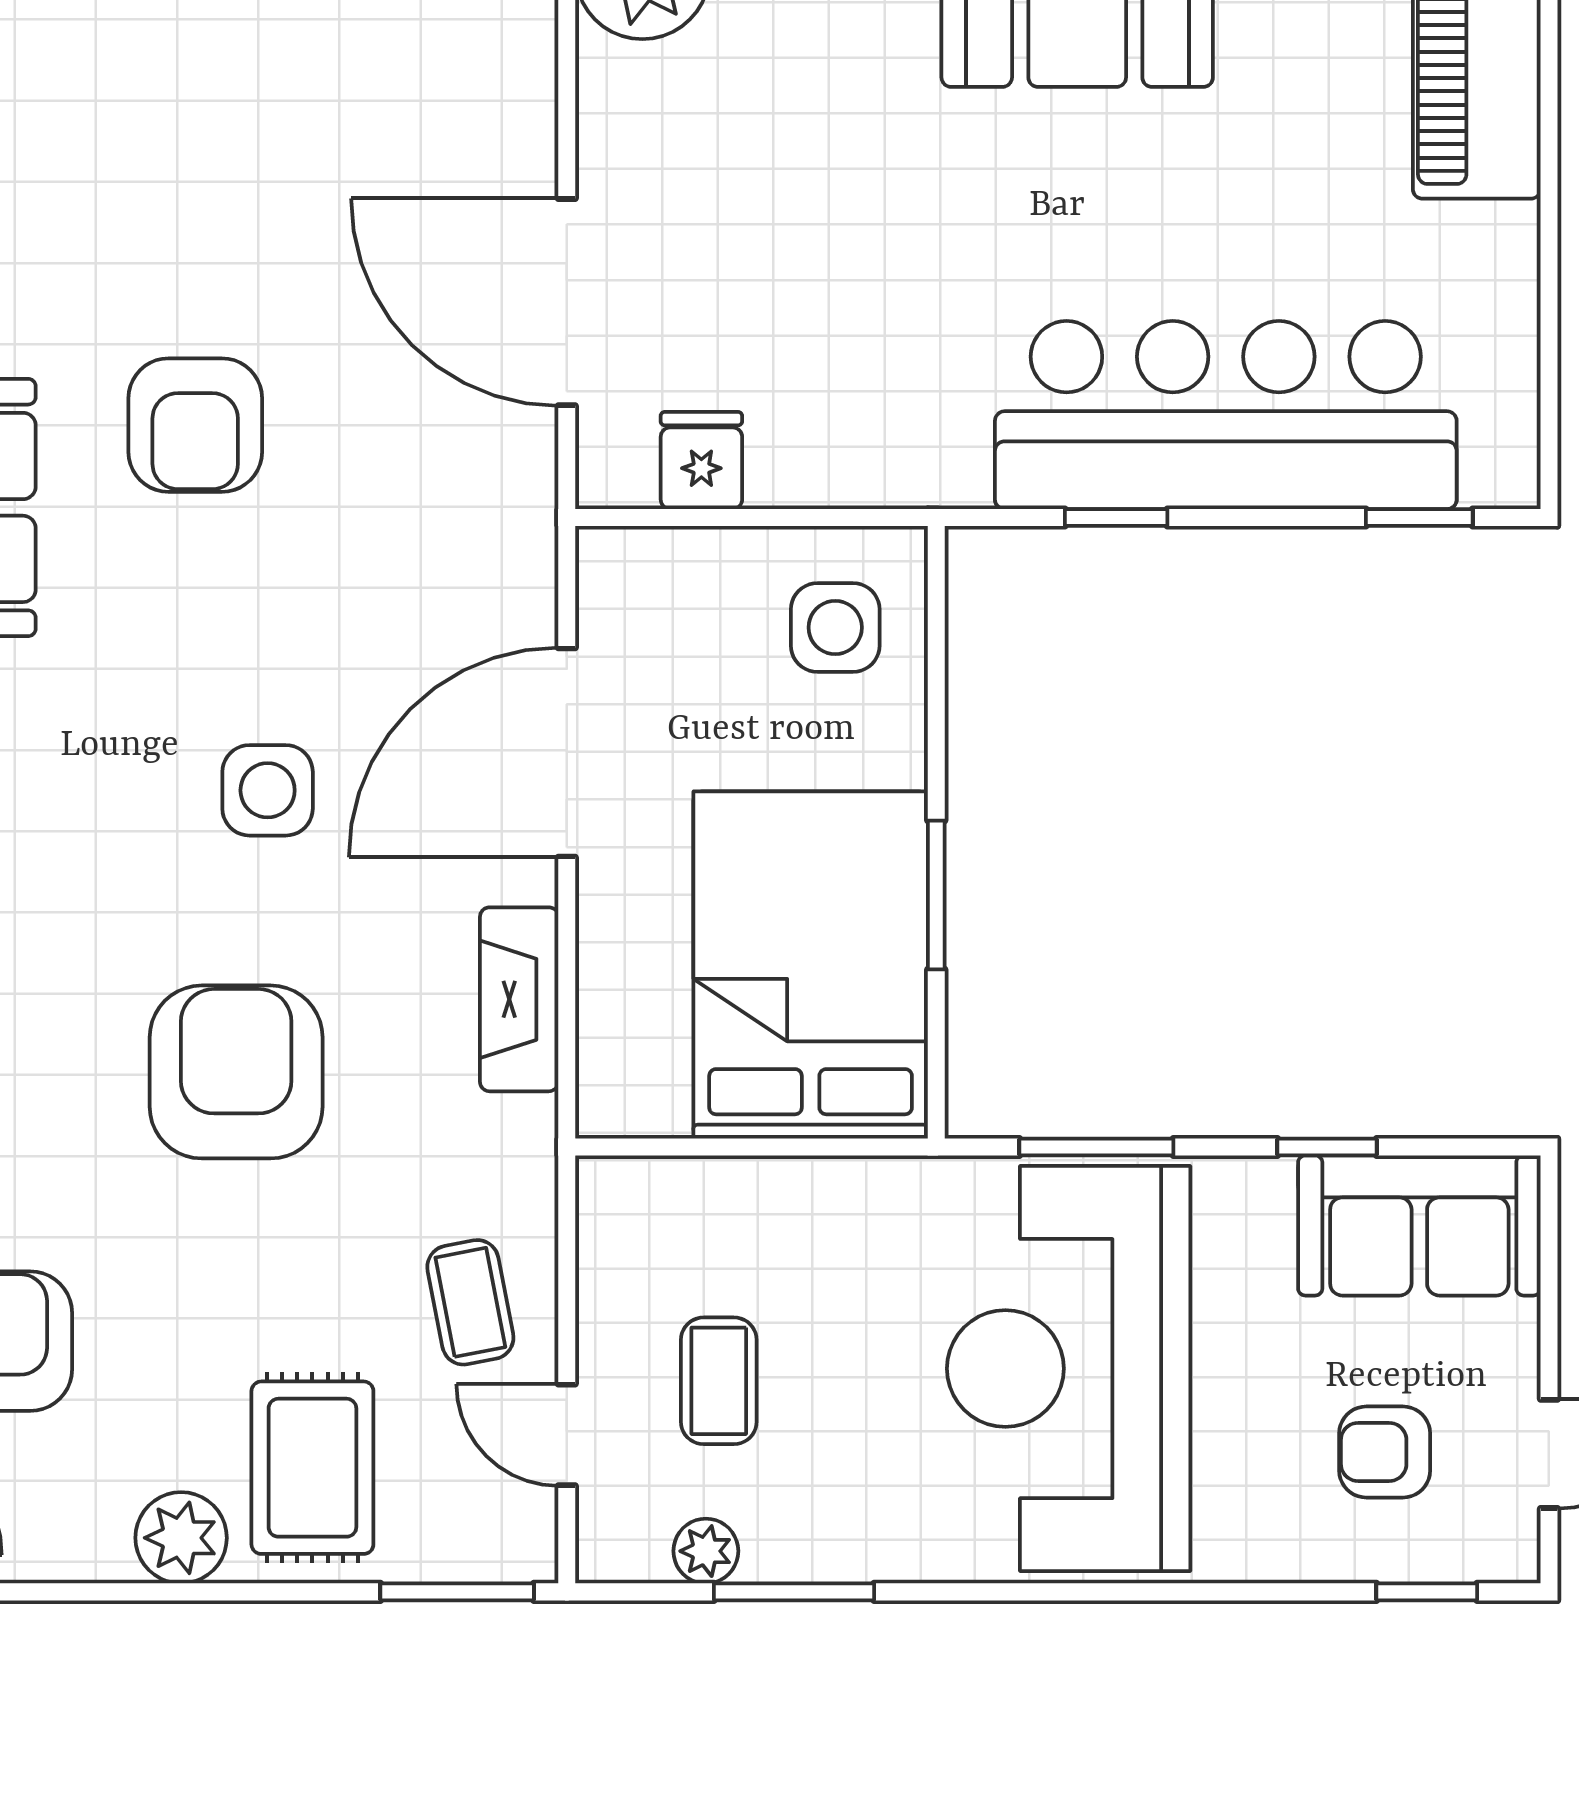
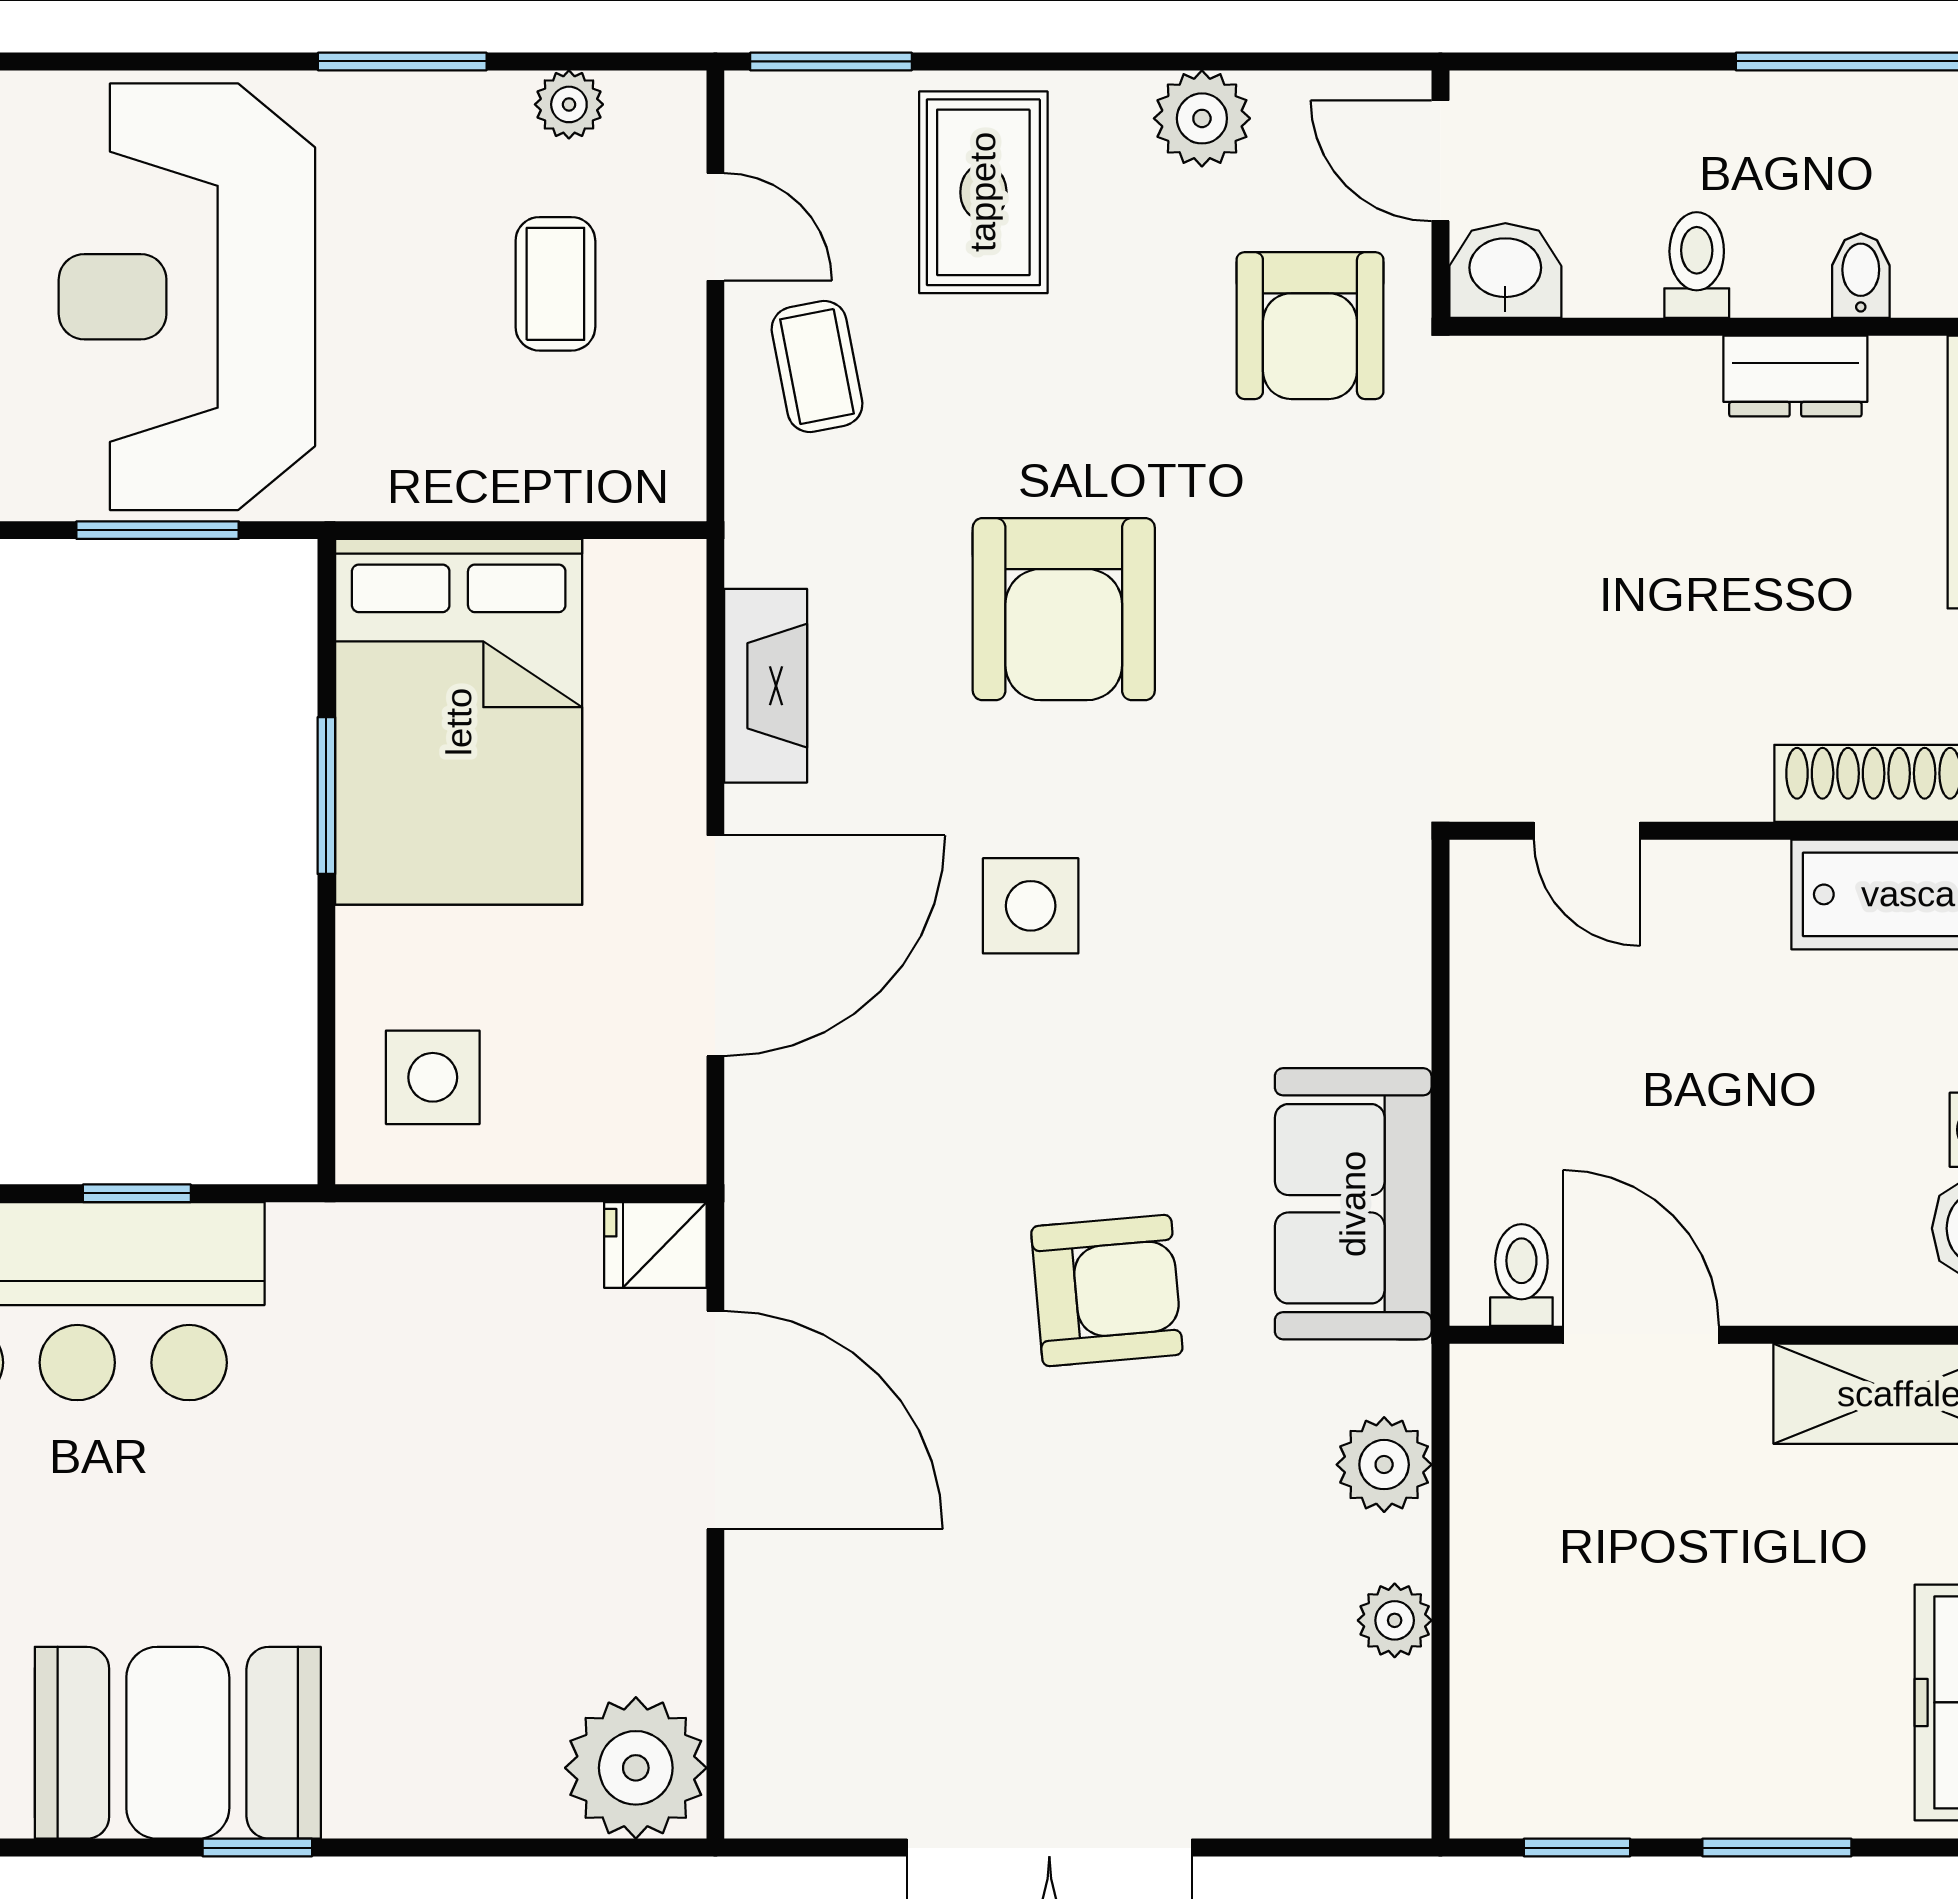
armchair: (195, 425) -> (1107, 1291), turned 85
fridge: (701, 460) -> (655, 1245), moved, turned 90
reception desk: (1069, 1369) -> (187, 297), turned 180
plant: (181, 1538) -> (1202, 118), moved
window: (794, 1592) -> (402, 61), moved

